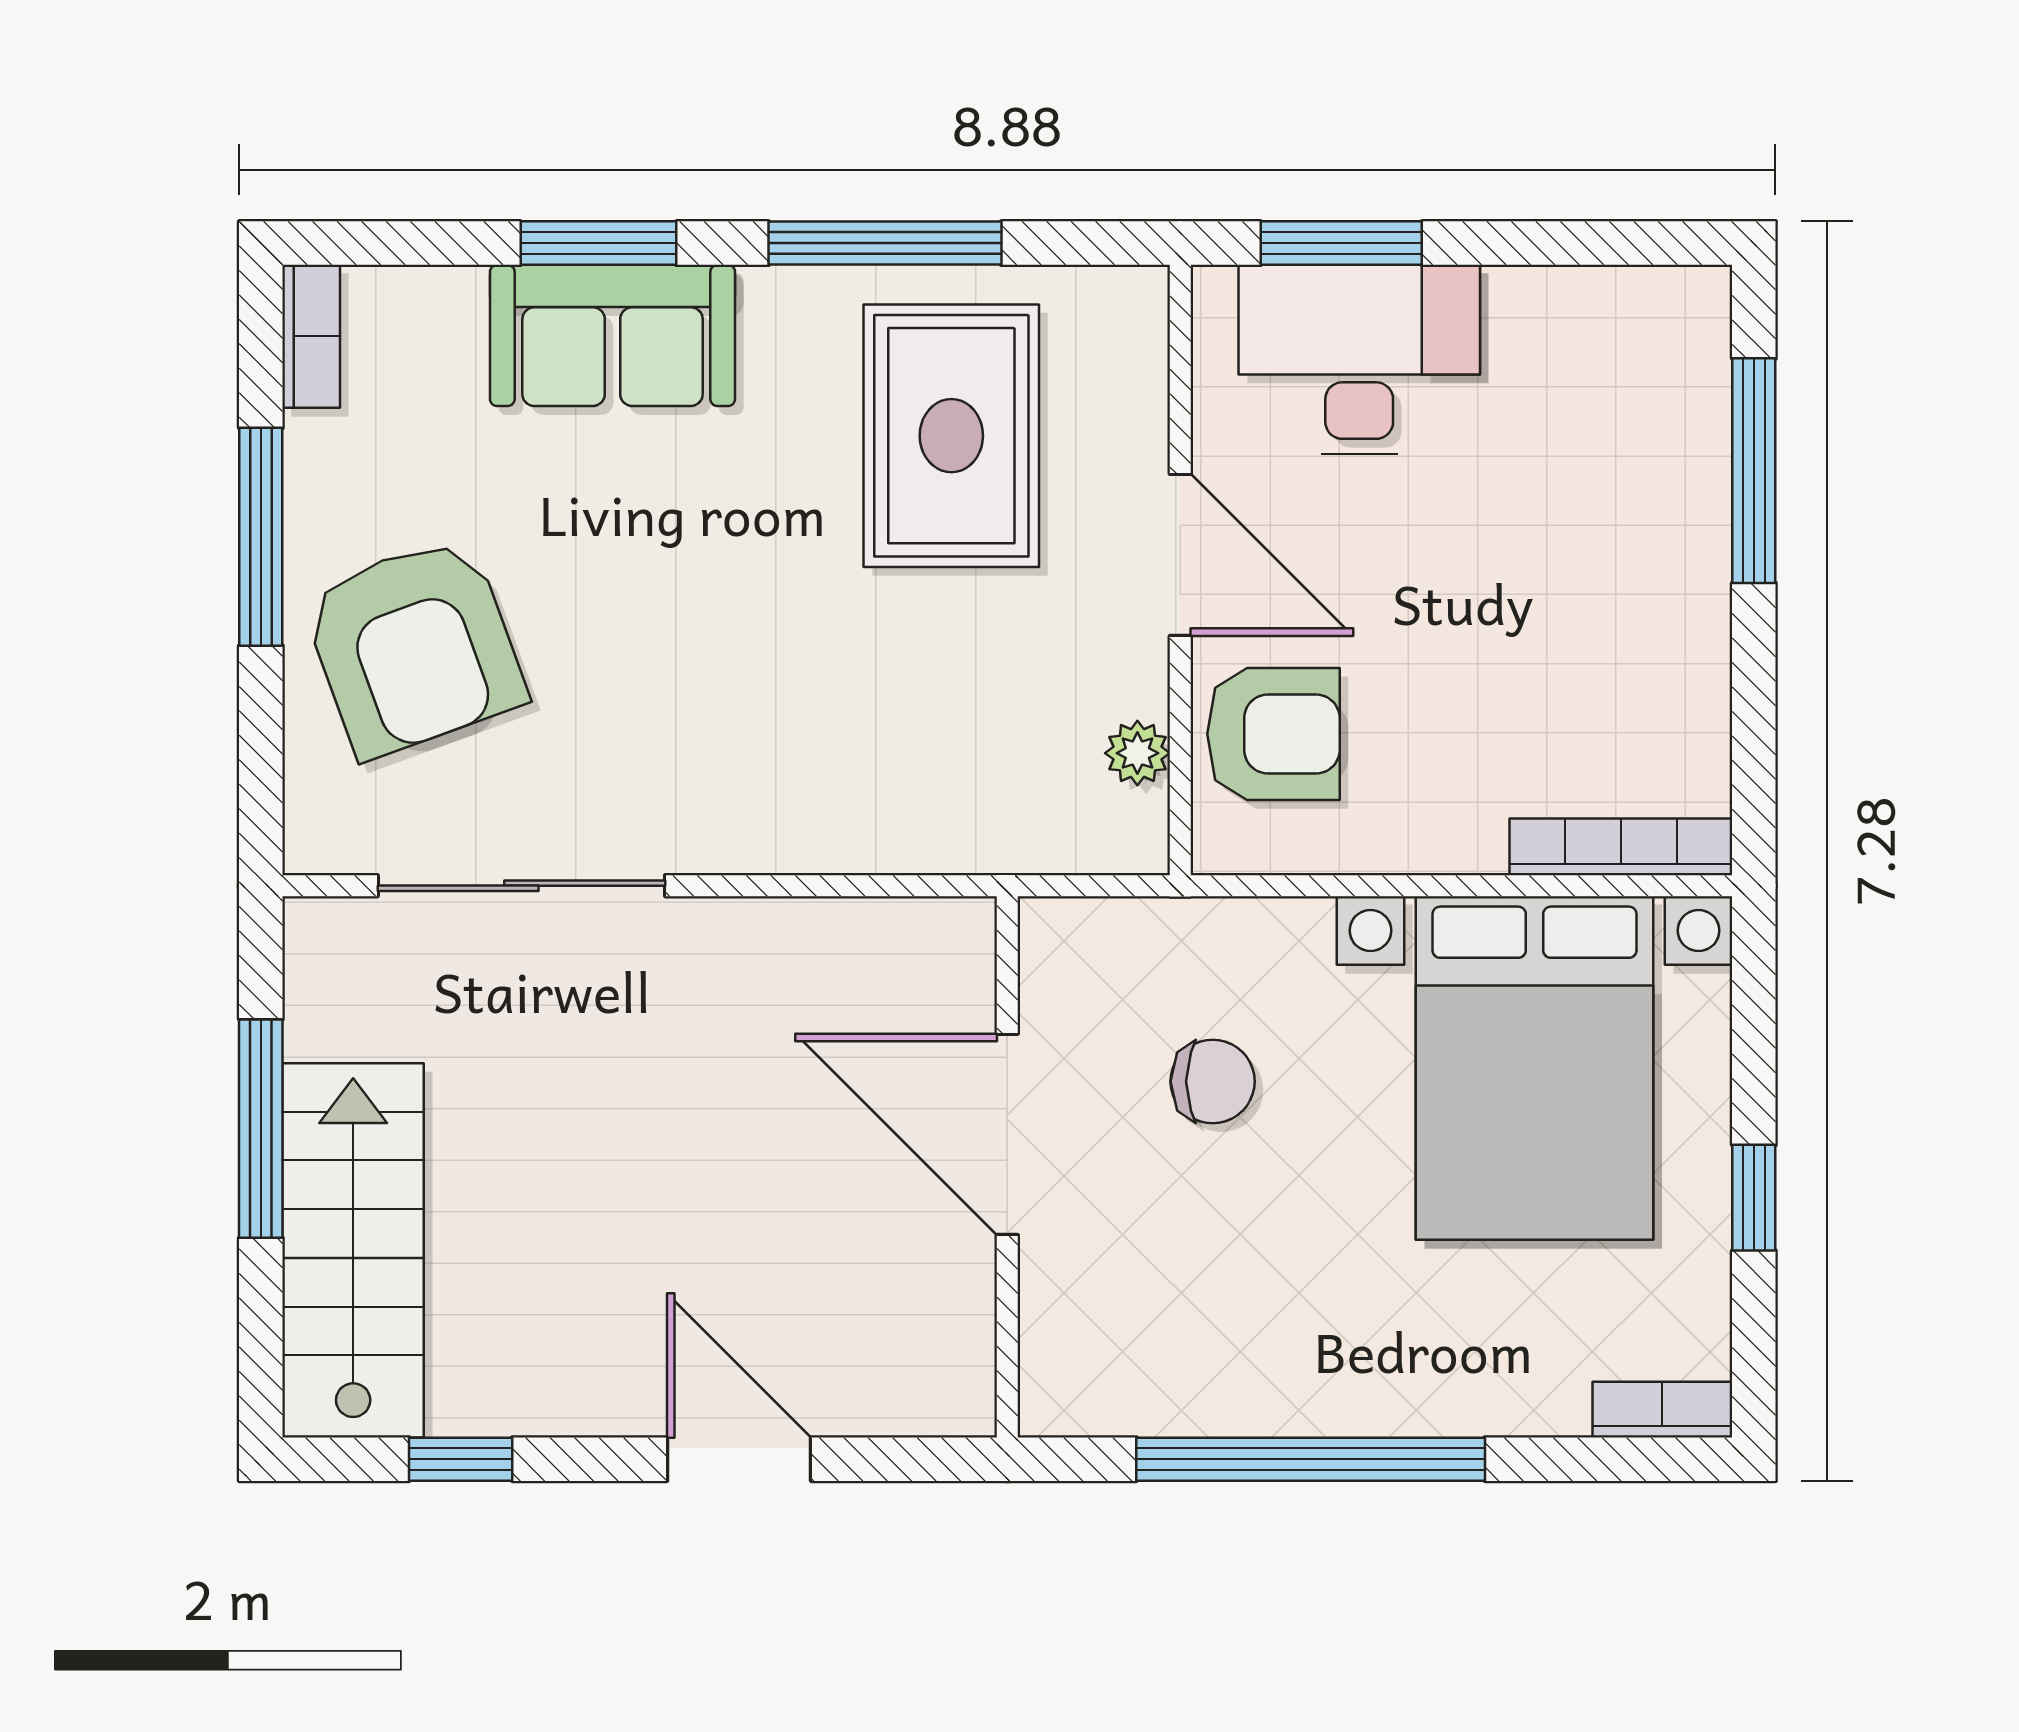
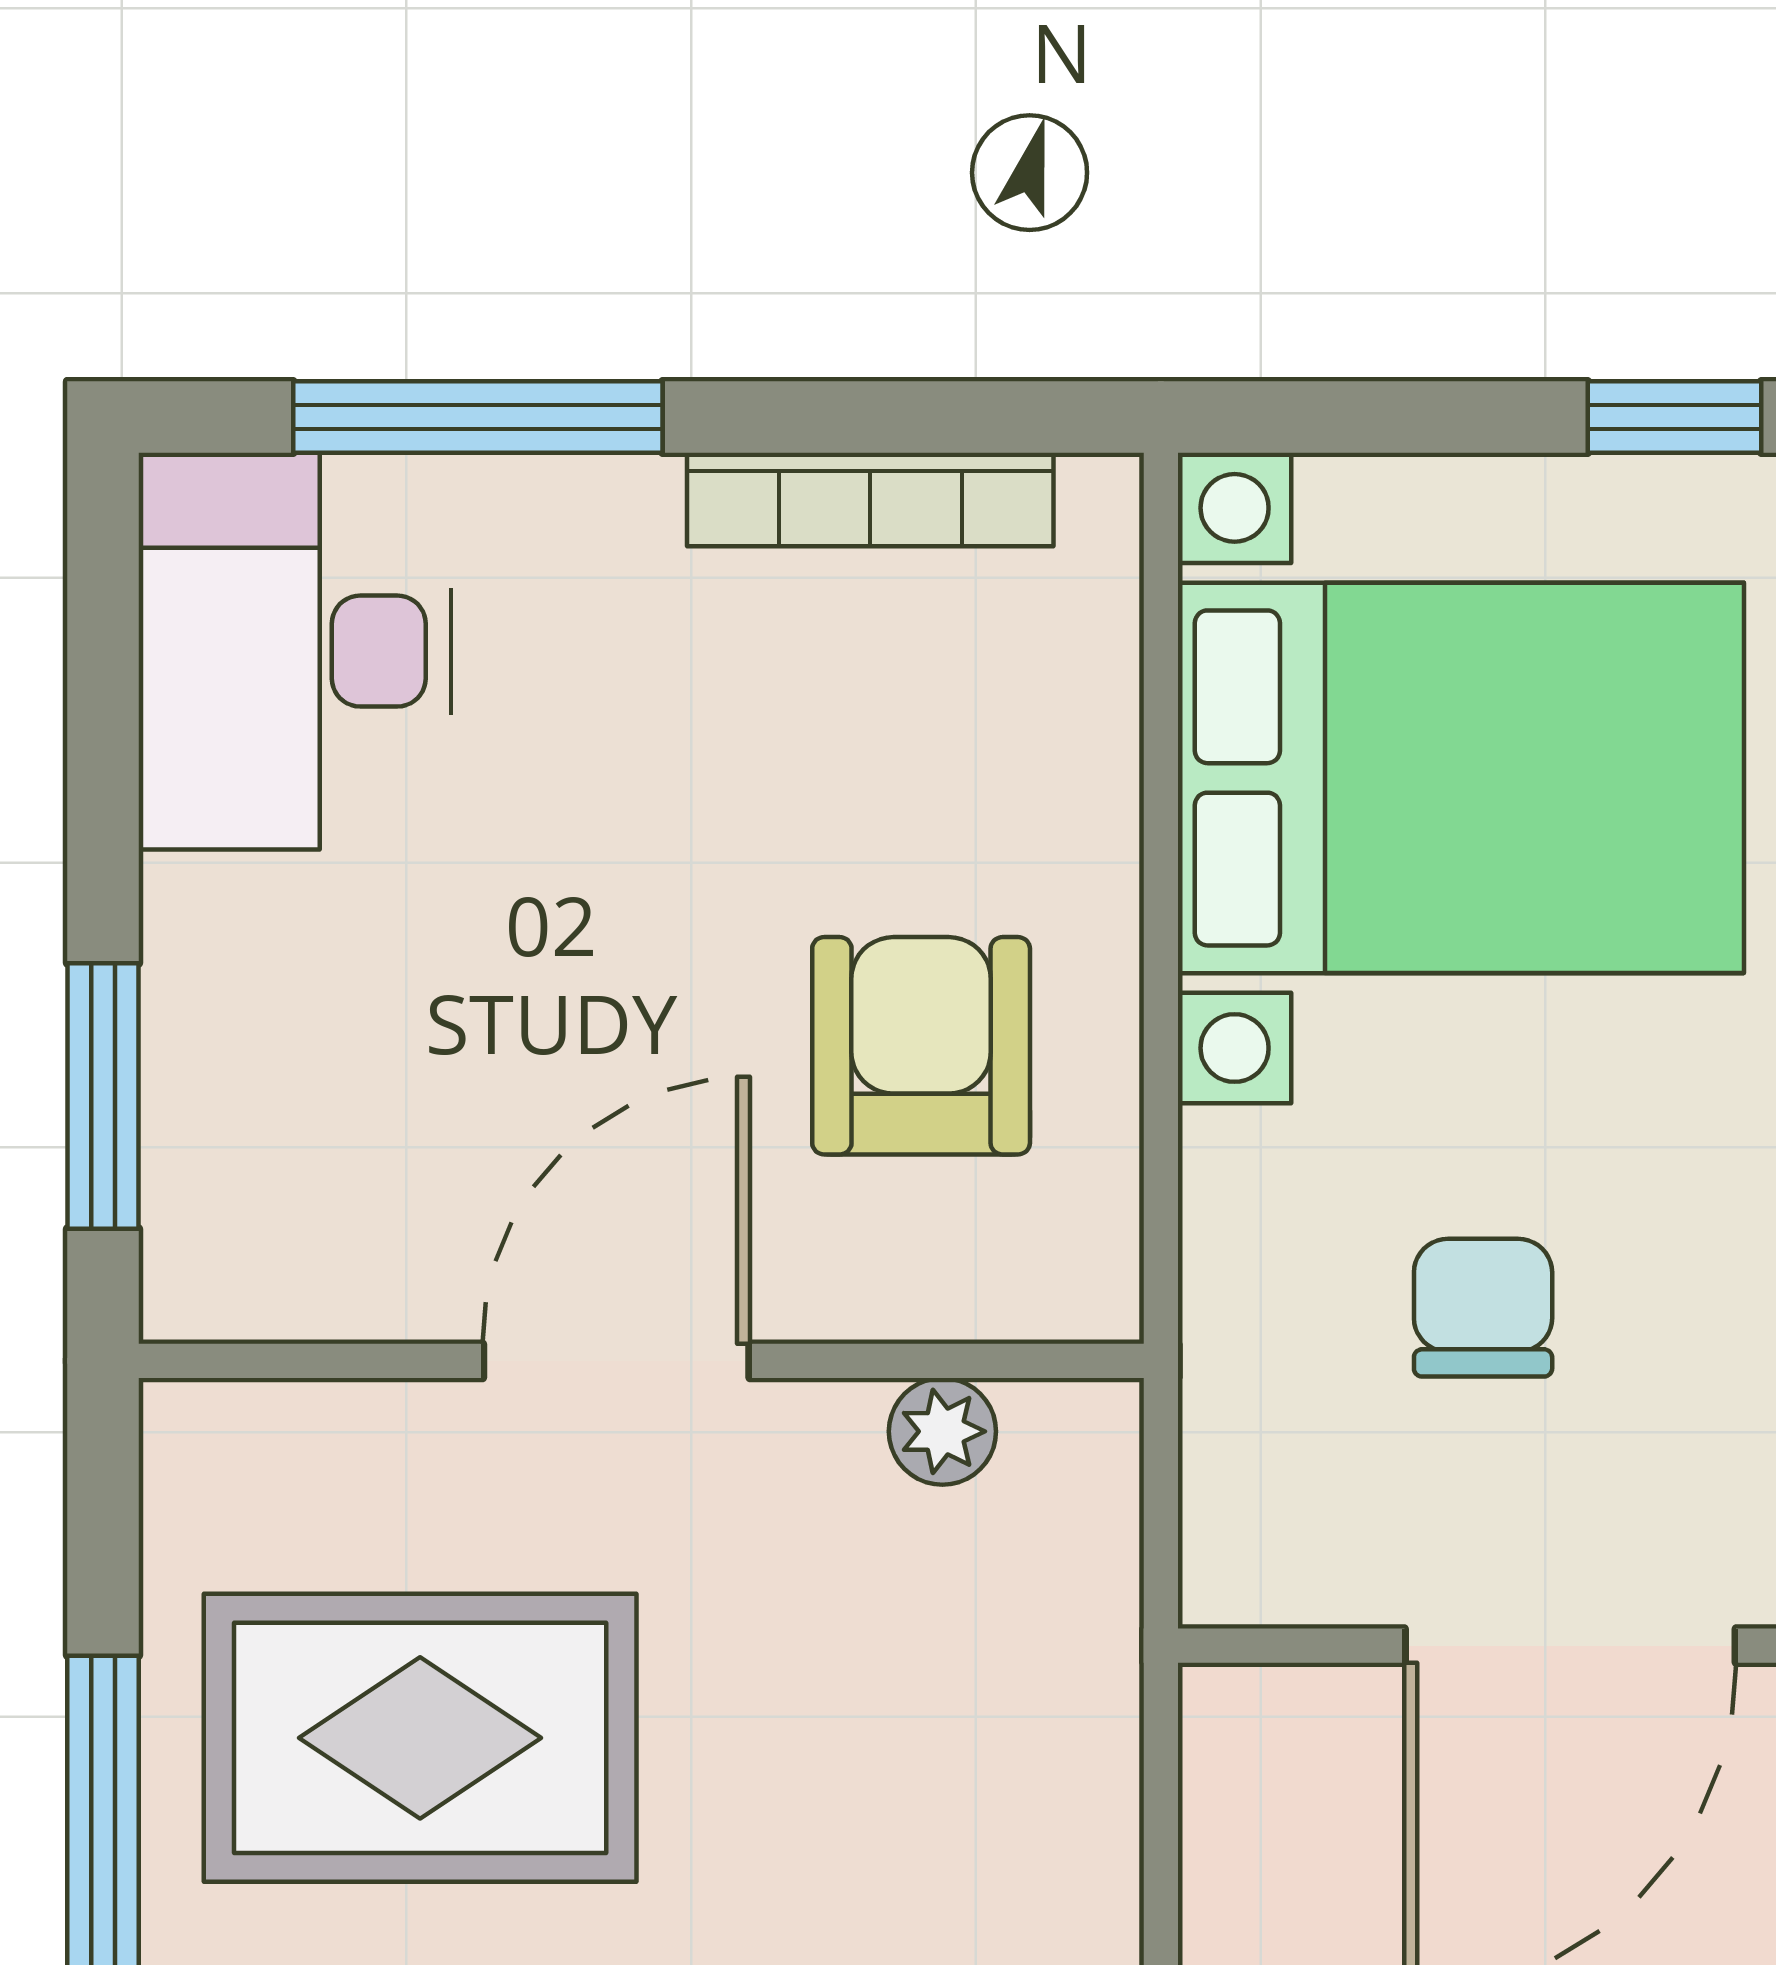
desk: (1359, 359) -> (295, 651), moved
armchair: (1273, 734) -> (921, 1046), moved
bookcase: (1621, 847) -> (870, 499), moved, turned -90

